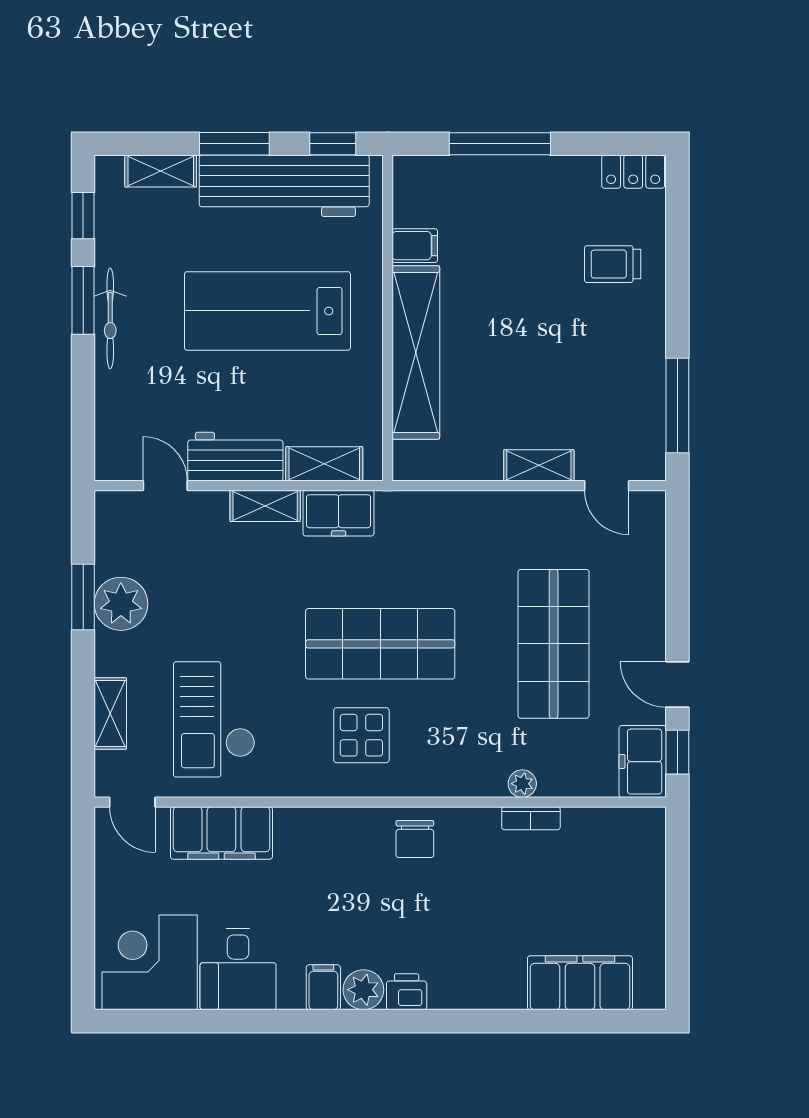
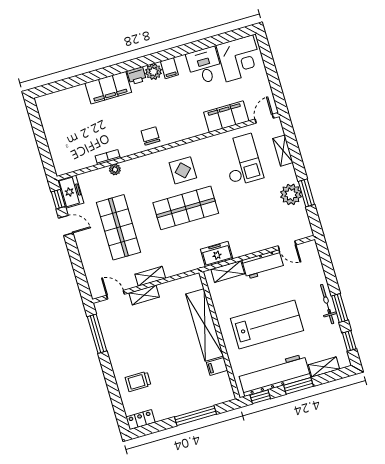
trolley: (613, 264) -> (138, 381), turned 180
shelving: (265, 506) -> (150, 276), moved
door: (132, 802) -> (264, 119), hinge flipped
filing cabinet: (580, 983) -> (108, 88), moved

